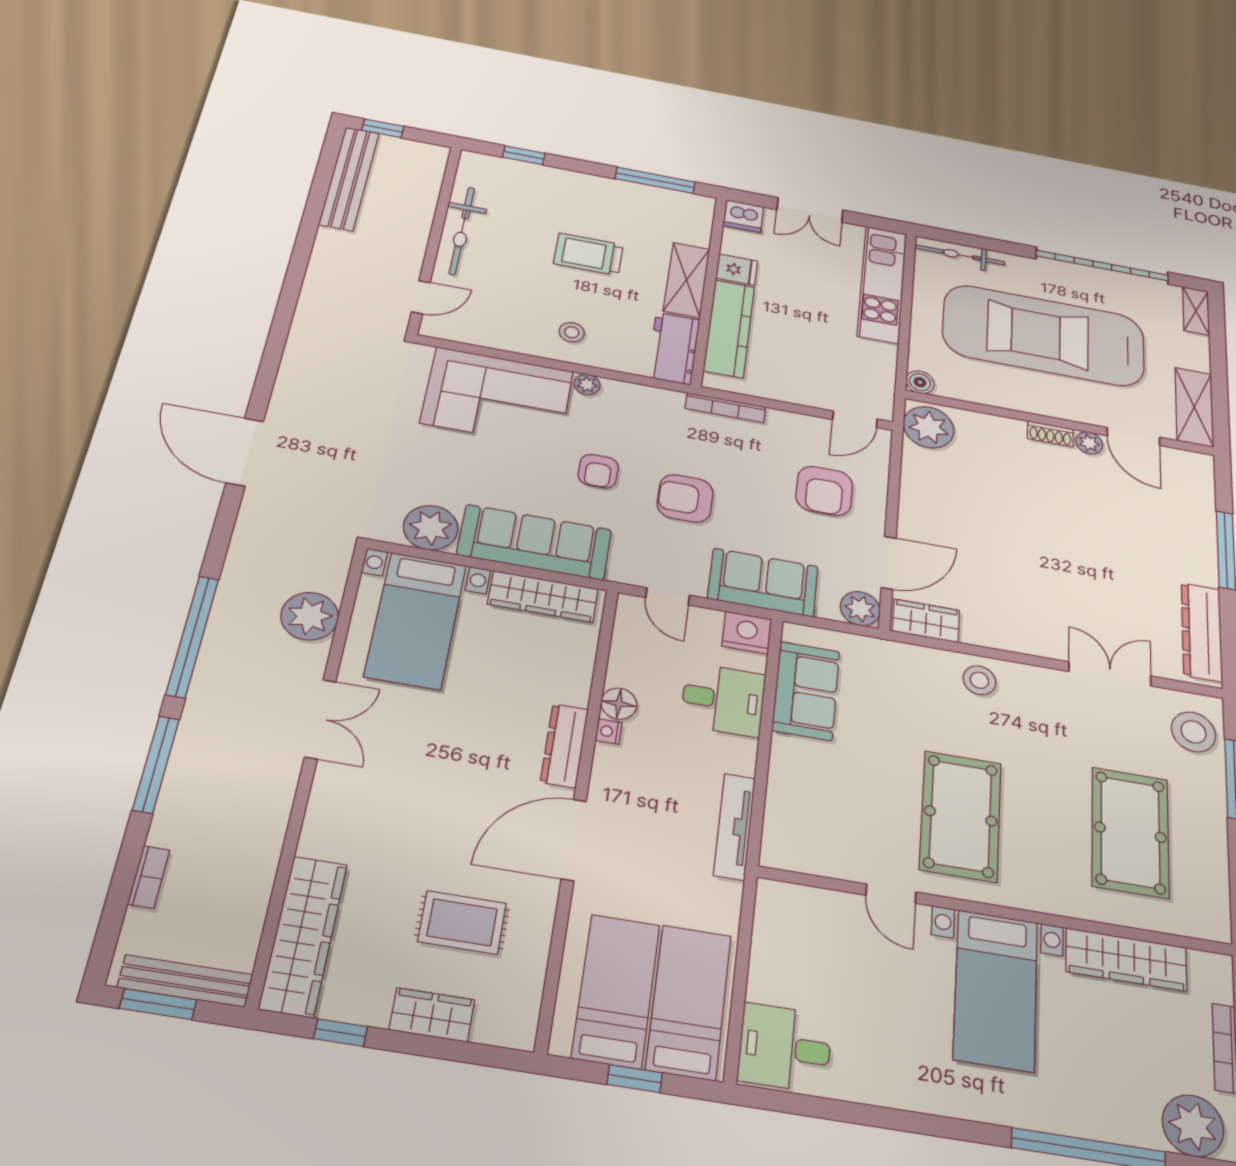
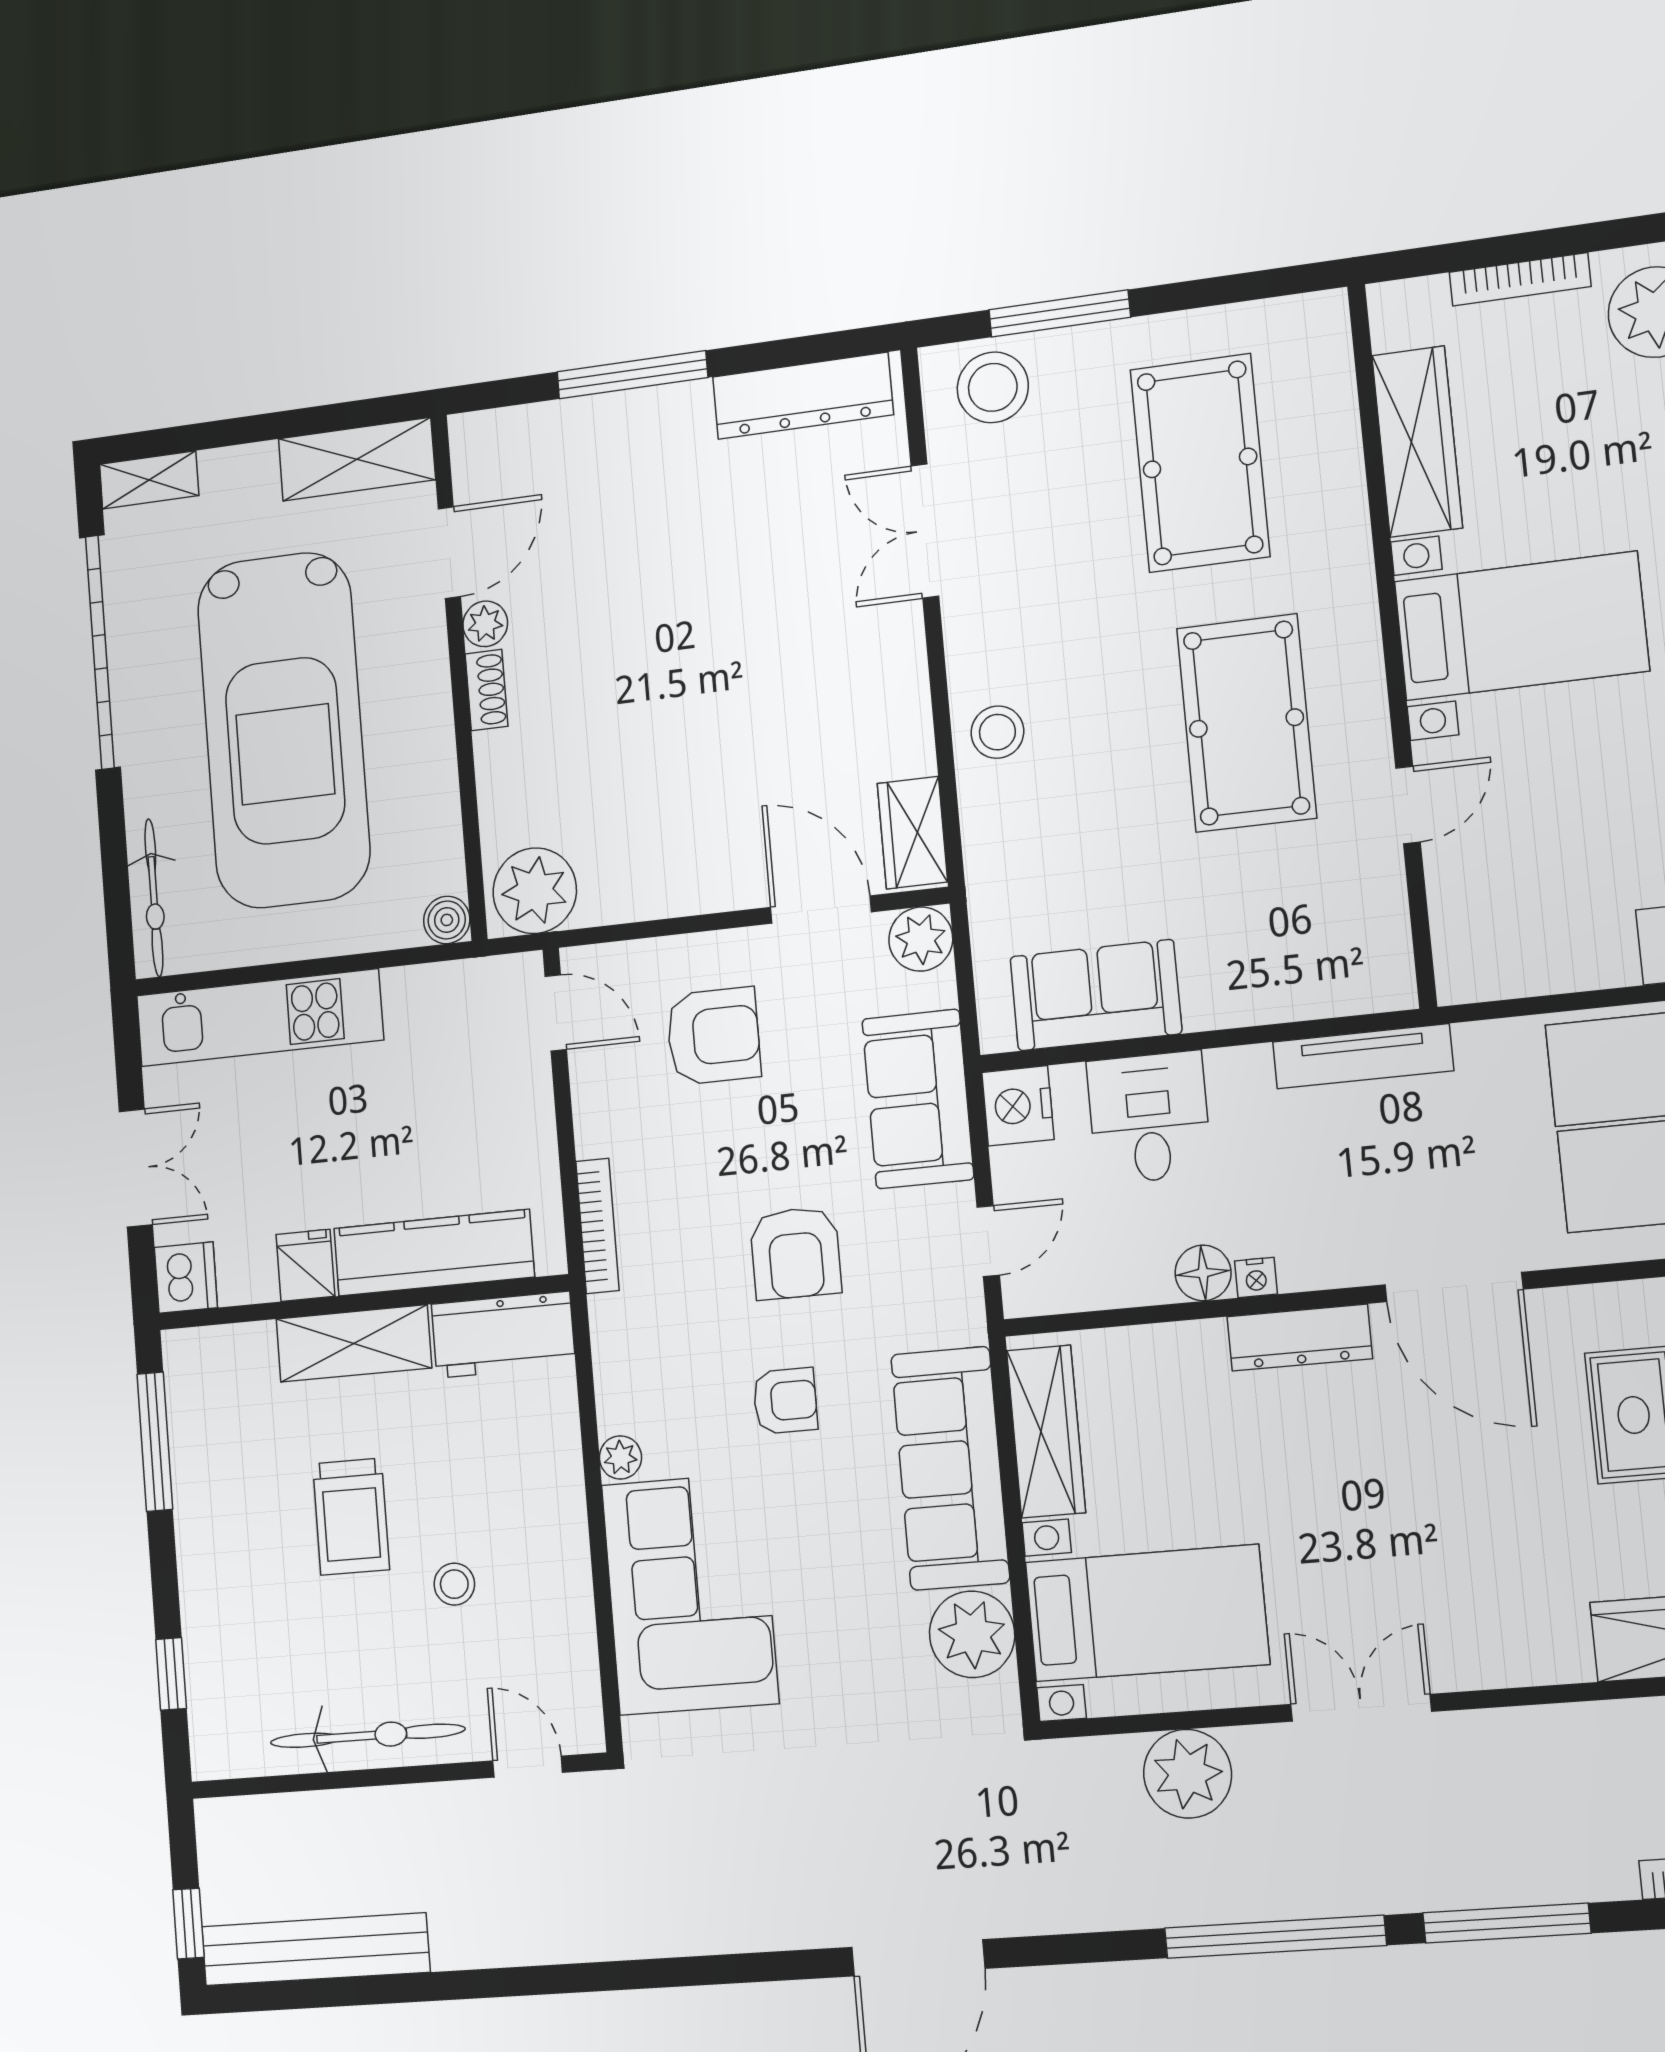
stool: (572, 332) -> (454, 1584), moved
pool table: (961, 816) -> (1246, 723), turned 90
pool table: (1130, 832) -> (1200, 463), turned 90

